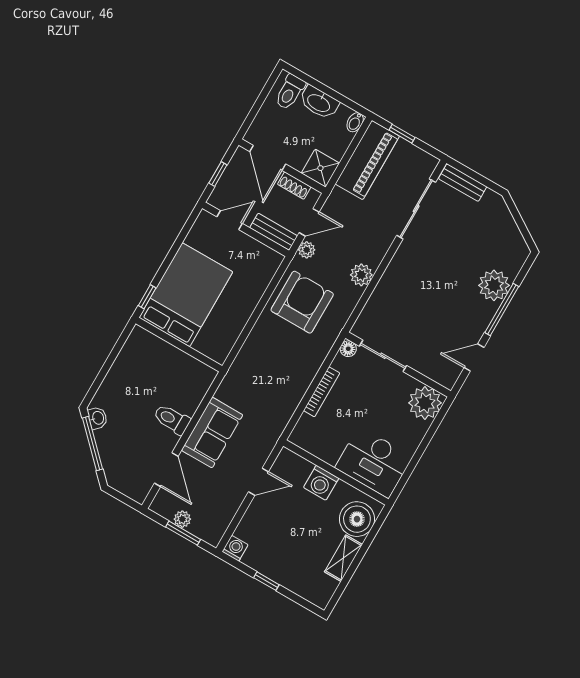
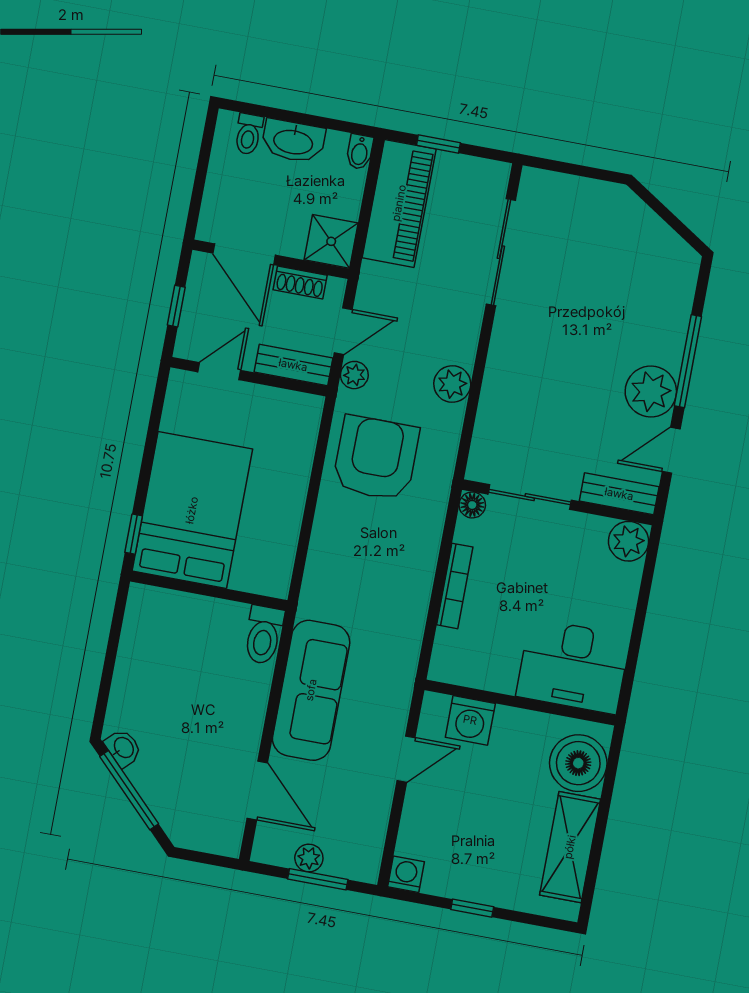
toilet: (290, 92) -> (249, 134), width x0.73, depth x0.72
bench: (463, 183) -> (619, 494), moved
plant: (494, 285) -> (651, 392), moved
plant: (425, 403) -> (628, 541), width x0.73, depth x0.73
toilet: (172, 419) -> (264, 635), moved, turned -90
sofa: (212, 433) -> (311, 690), width x1.36
washing machine: (321, 483) -> (470, 720), moved
shelving: (343, 558) -> (570, 847), width x1.50, depth x1.33

